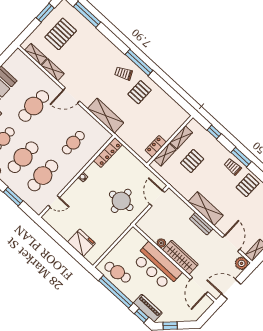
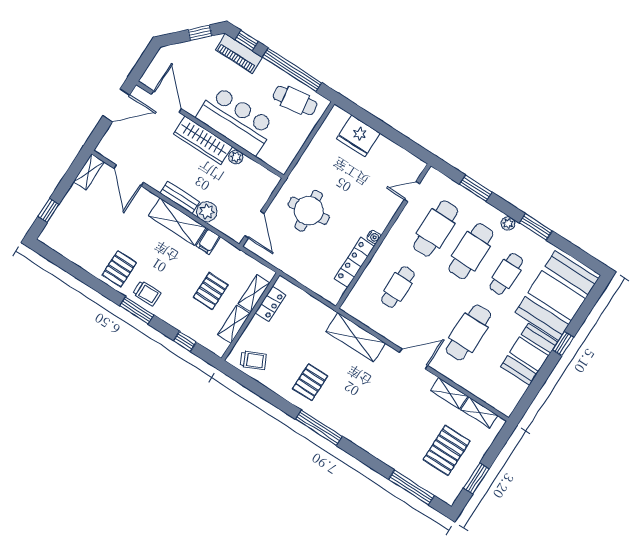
trolley: (124, 73) -> (253, 360), moved
locker: (108, 153) -> (354, 262), moved
filing cabinet: (188, 193) -> (208, 241), added
plant: (242, 263) -> (207, 212), moved

